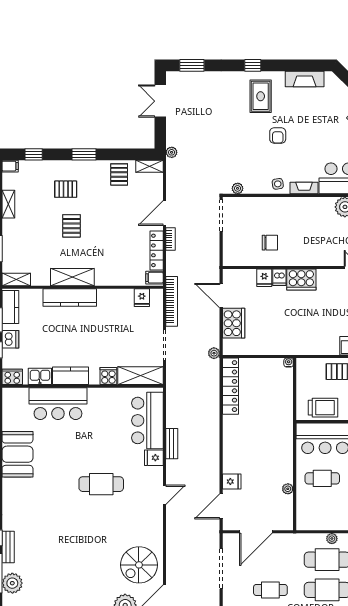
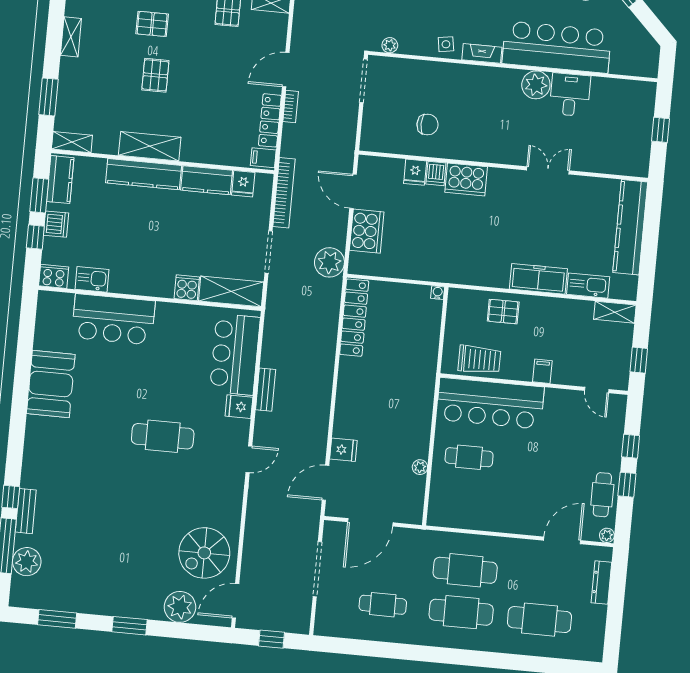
plant: (214, 353) -> (329, 262), width x1.87, depth x1.87
kitchen counter: (70, 376) -> (207, 180), moved, turned 180
plant: (332, 539) -> (475, 542), removed

